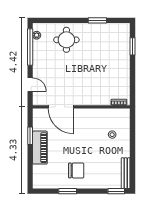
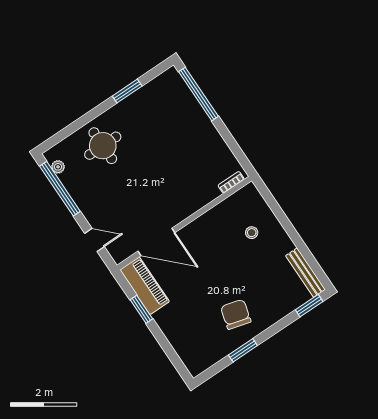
window: (132, 46) -> (198, 94), width x2.11
piano: (40, 148) -> (145, 286), moved
chair: (76, 170) -> (236, 314), turned -75

